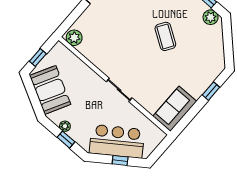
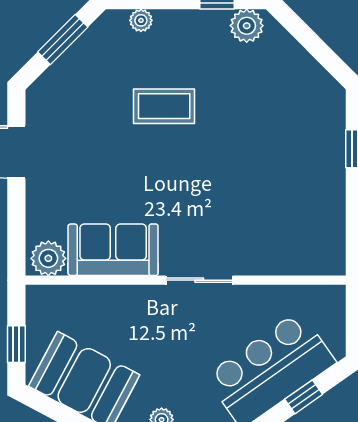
coffee table: (165, 36) -> (164, 106), moved, turned -33
sofa: (175, 109) -> (113, 250), moved, turned 90

